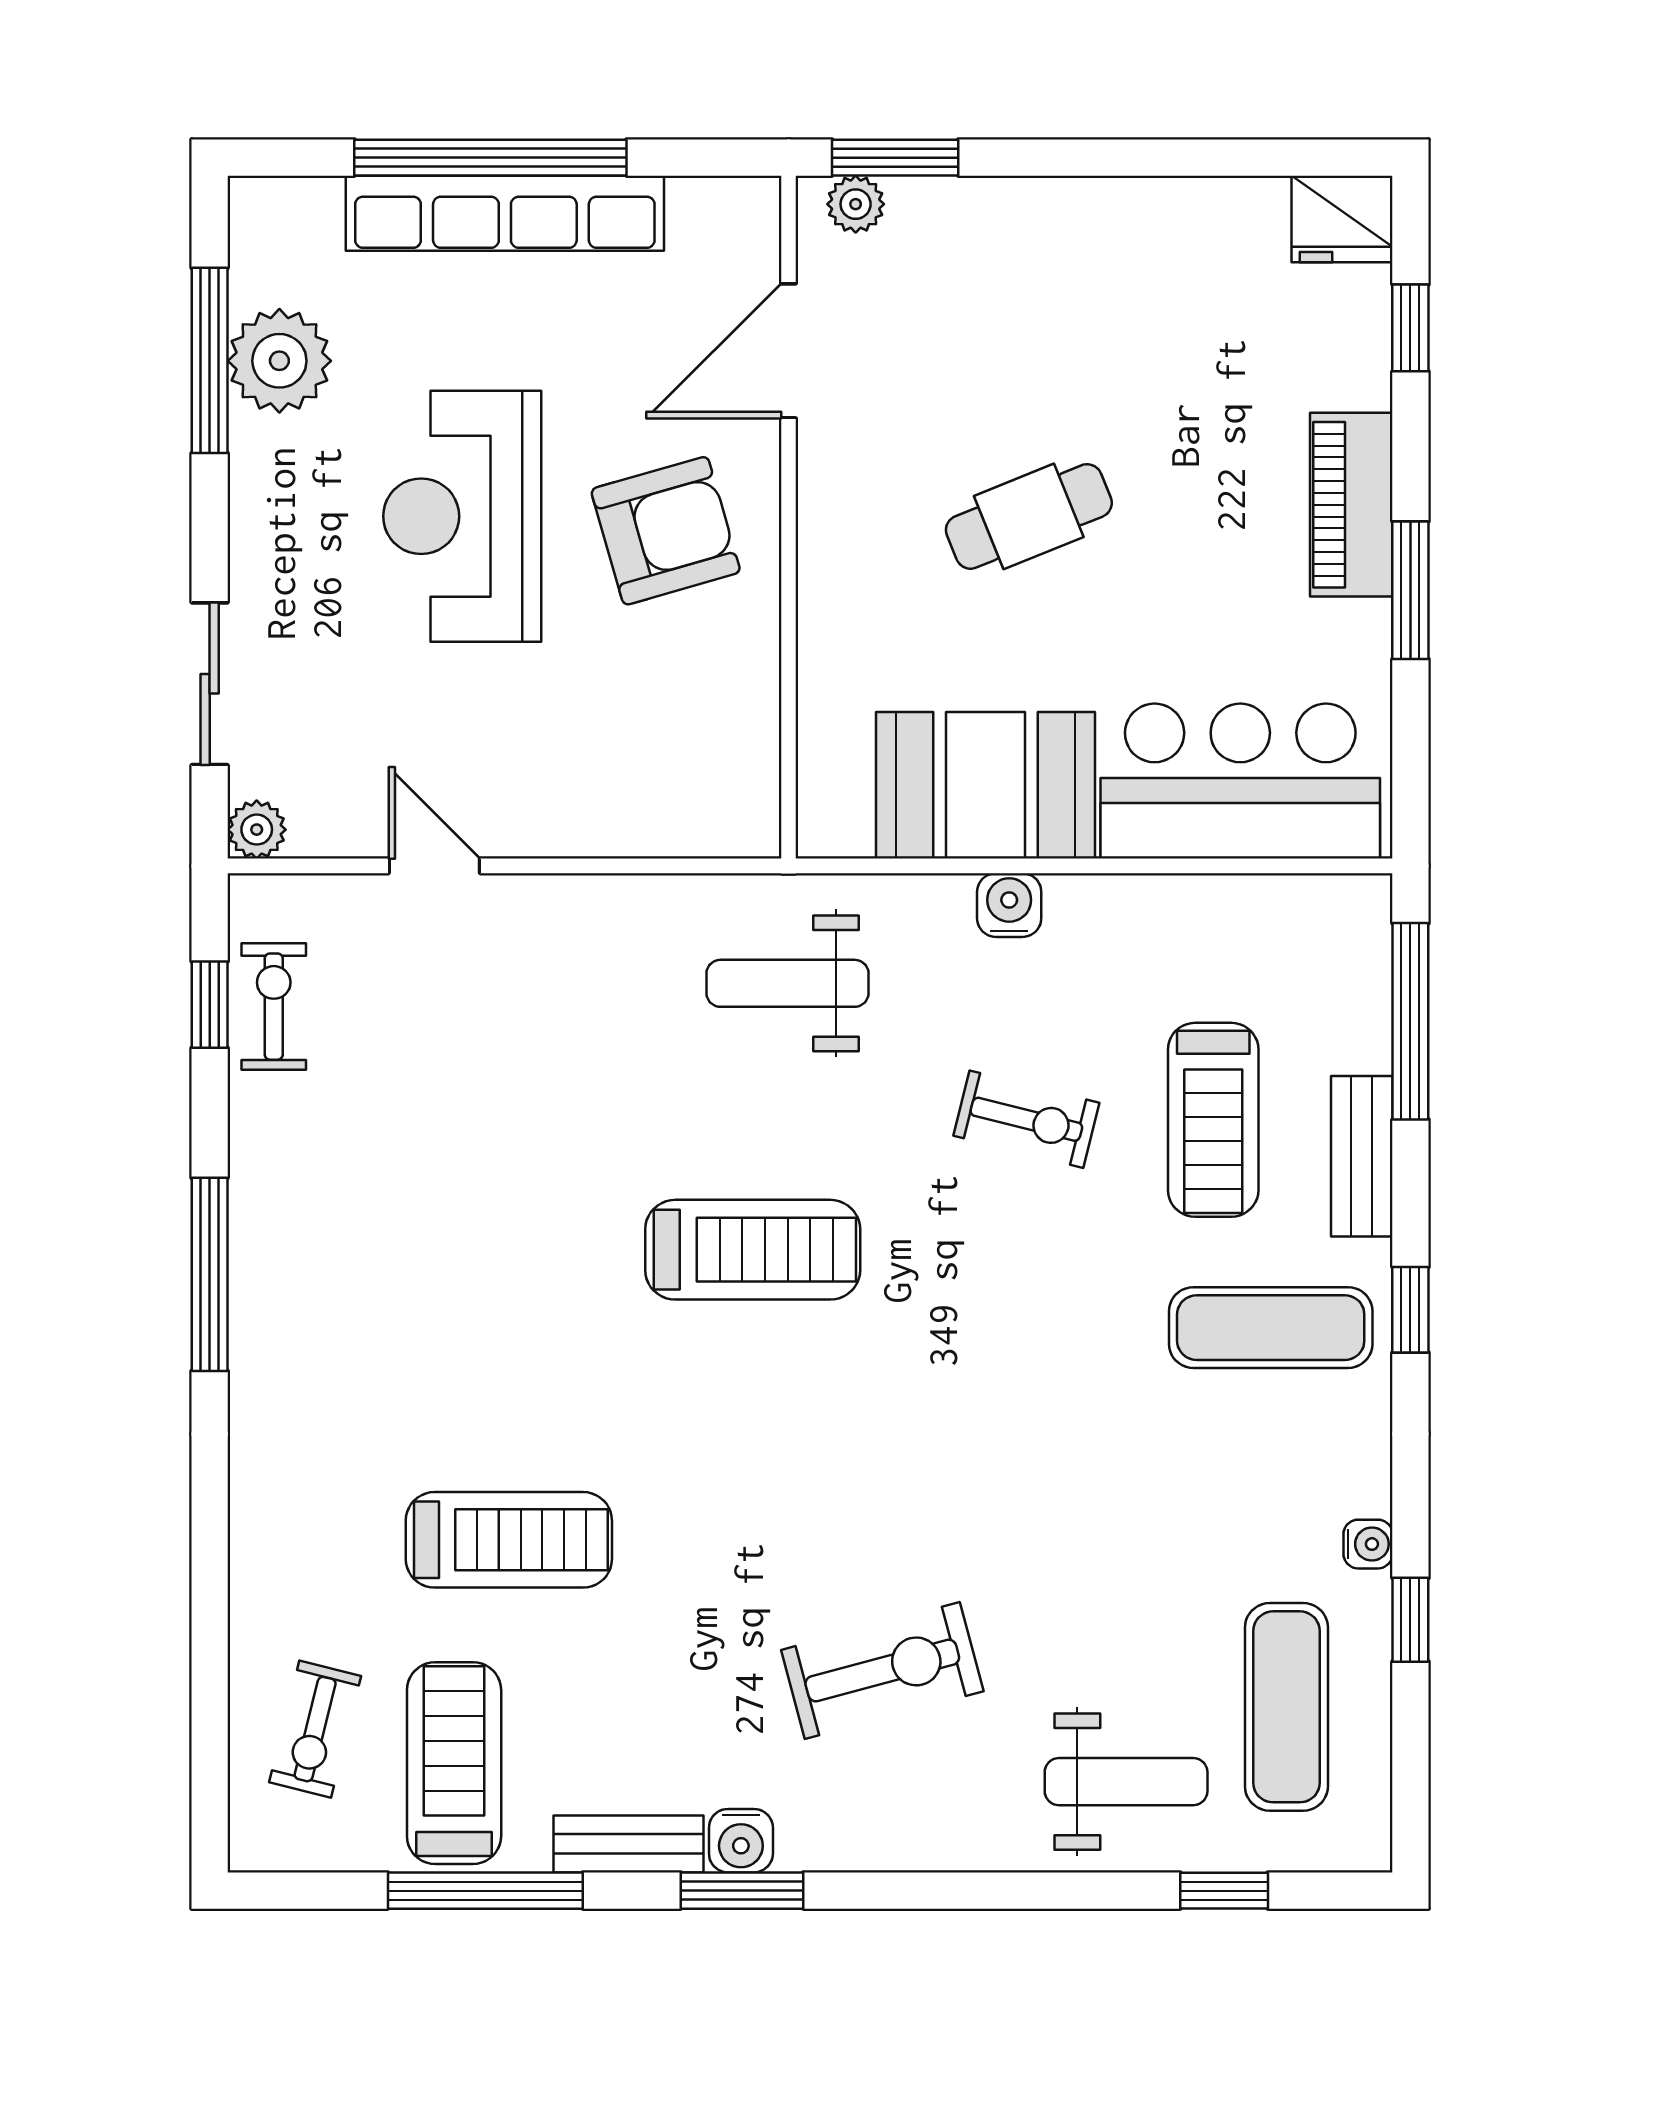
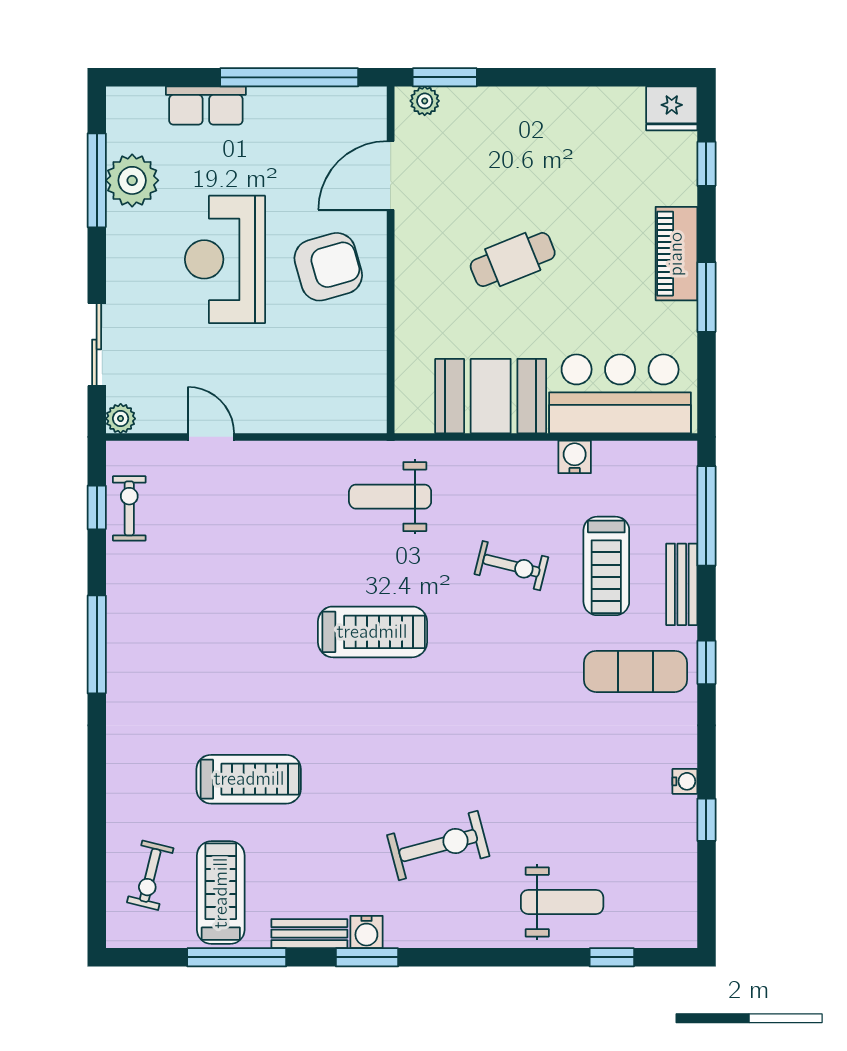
window: (490, 158) -> (289, 77), moved
row of seats: (505, 213) -> (206, 106), width x0.50
water cooler: (1009, 905) -> (575, 457), moved
exercise mat: (1286, 1707) -> (643, 864), removed

